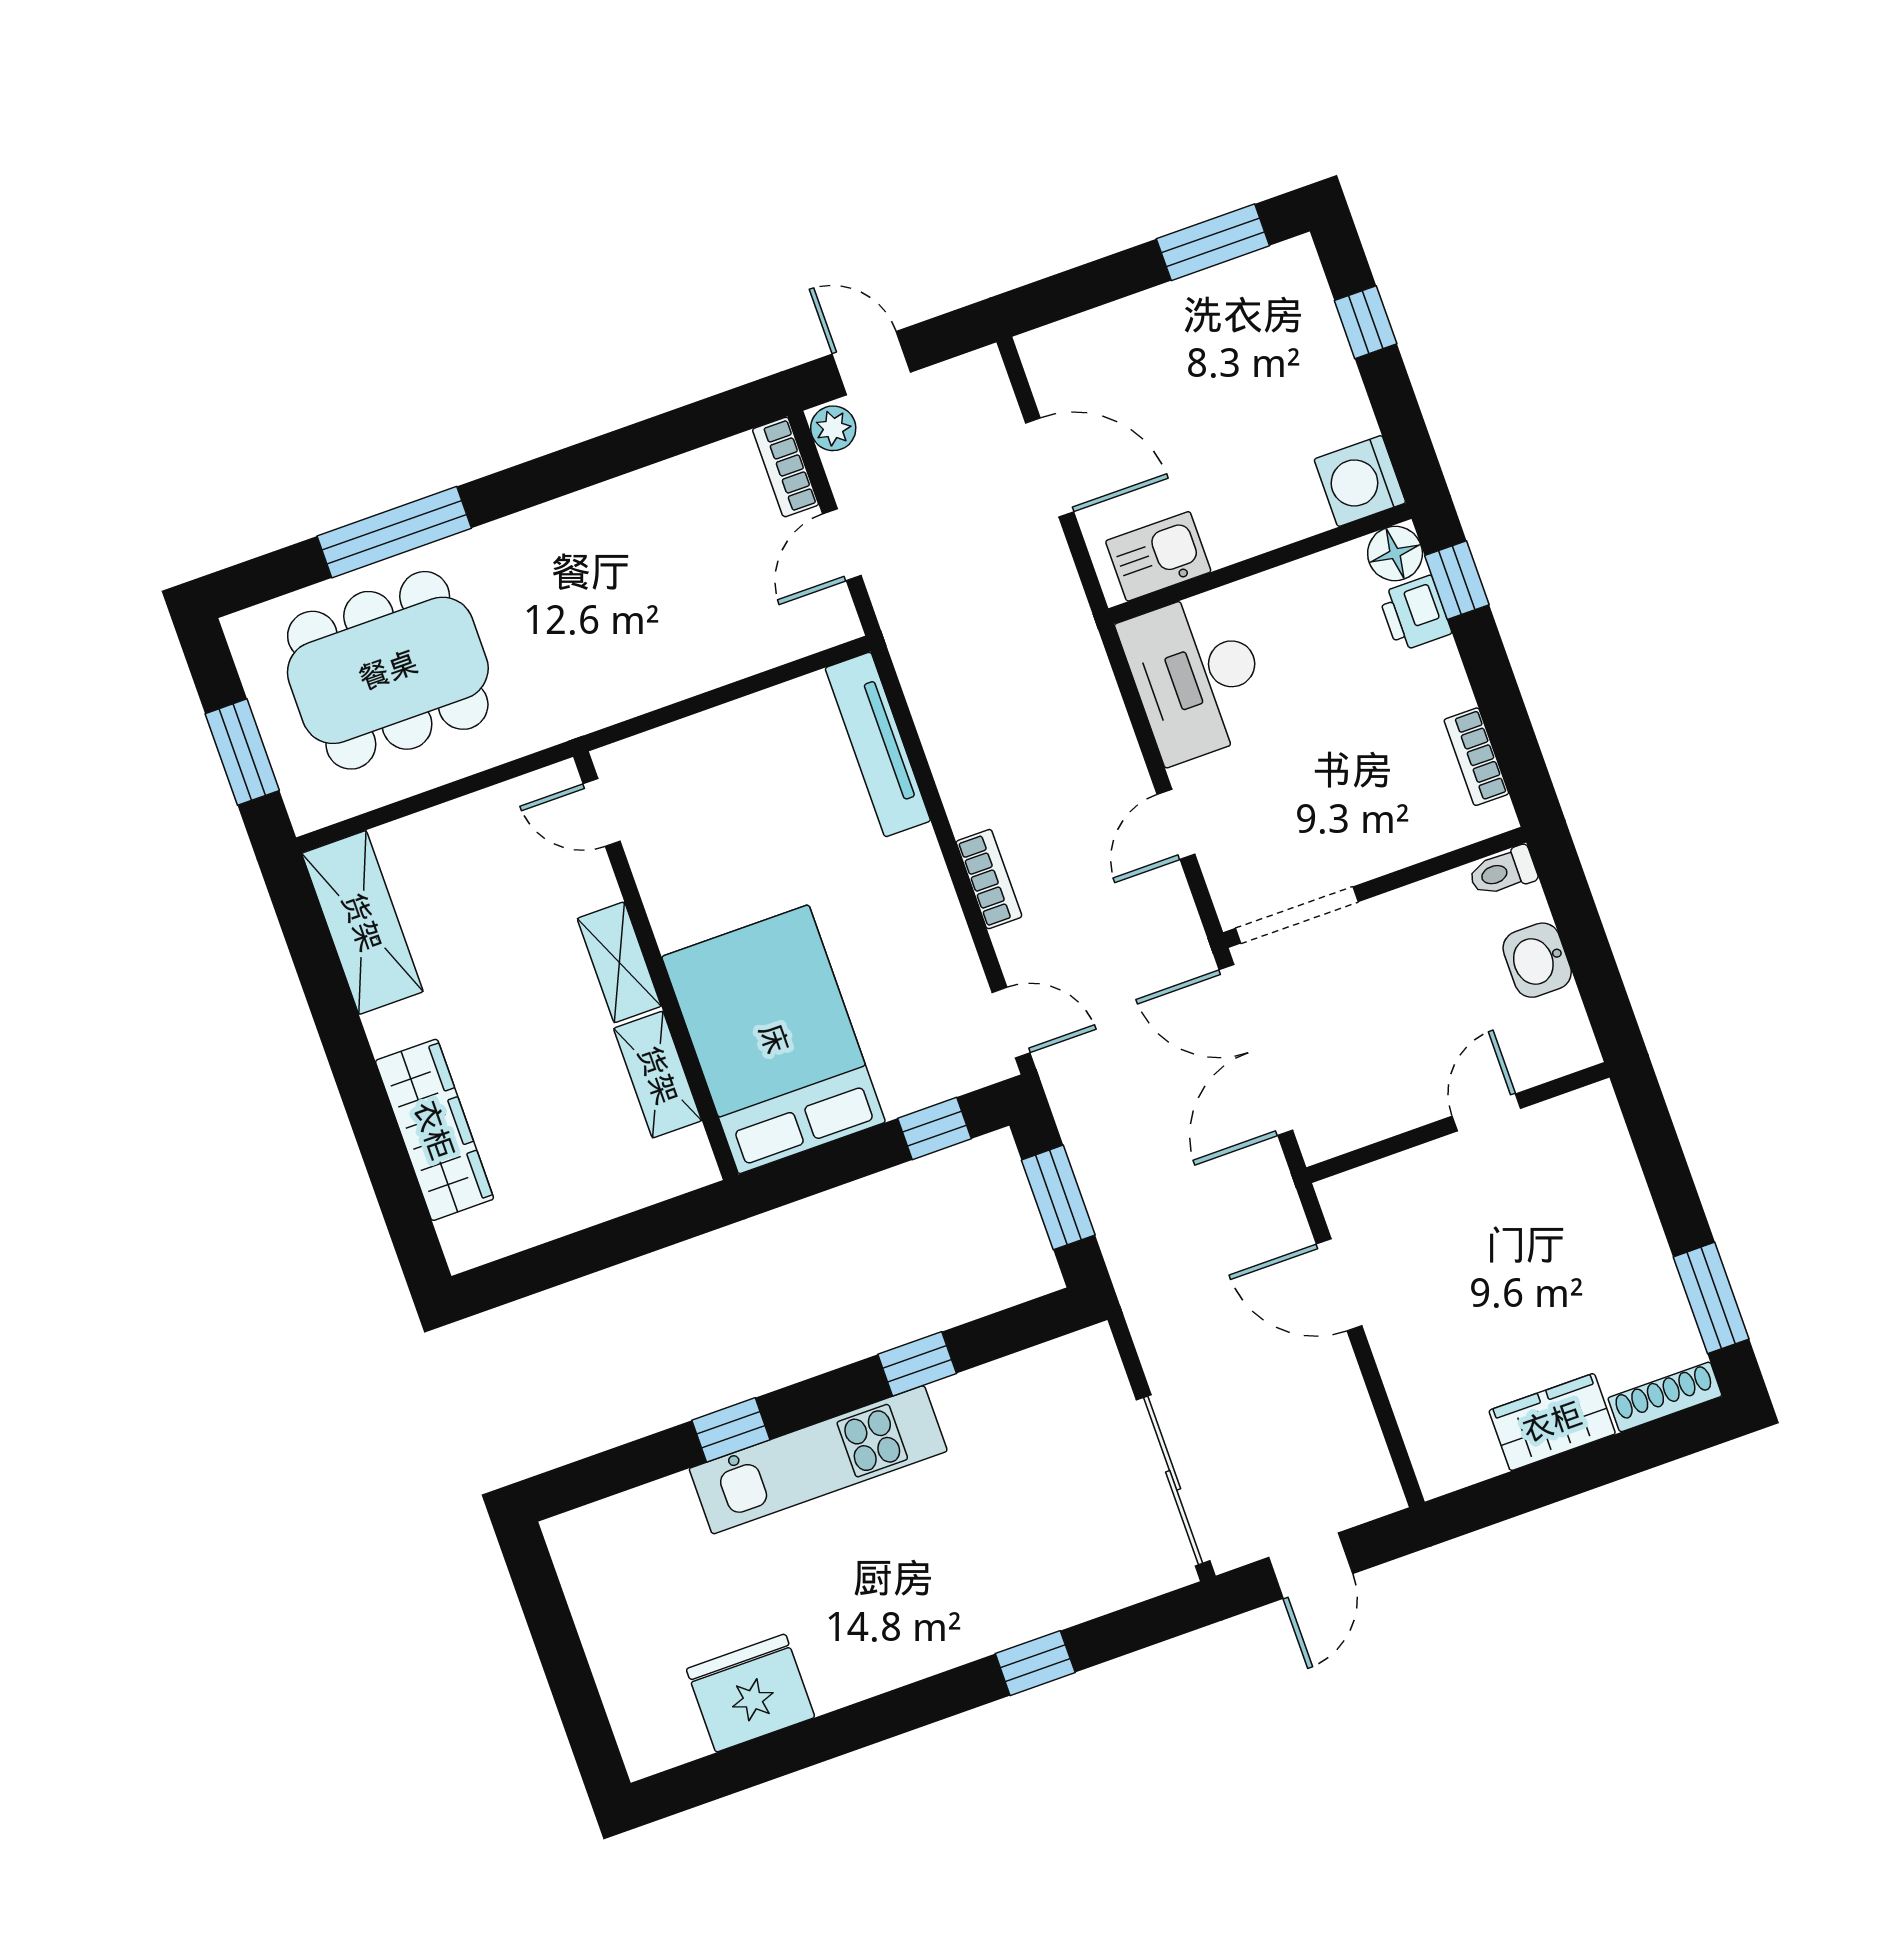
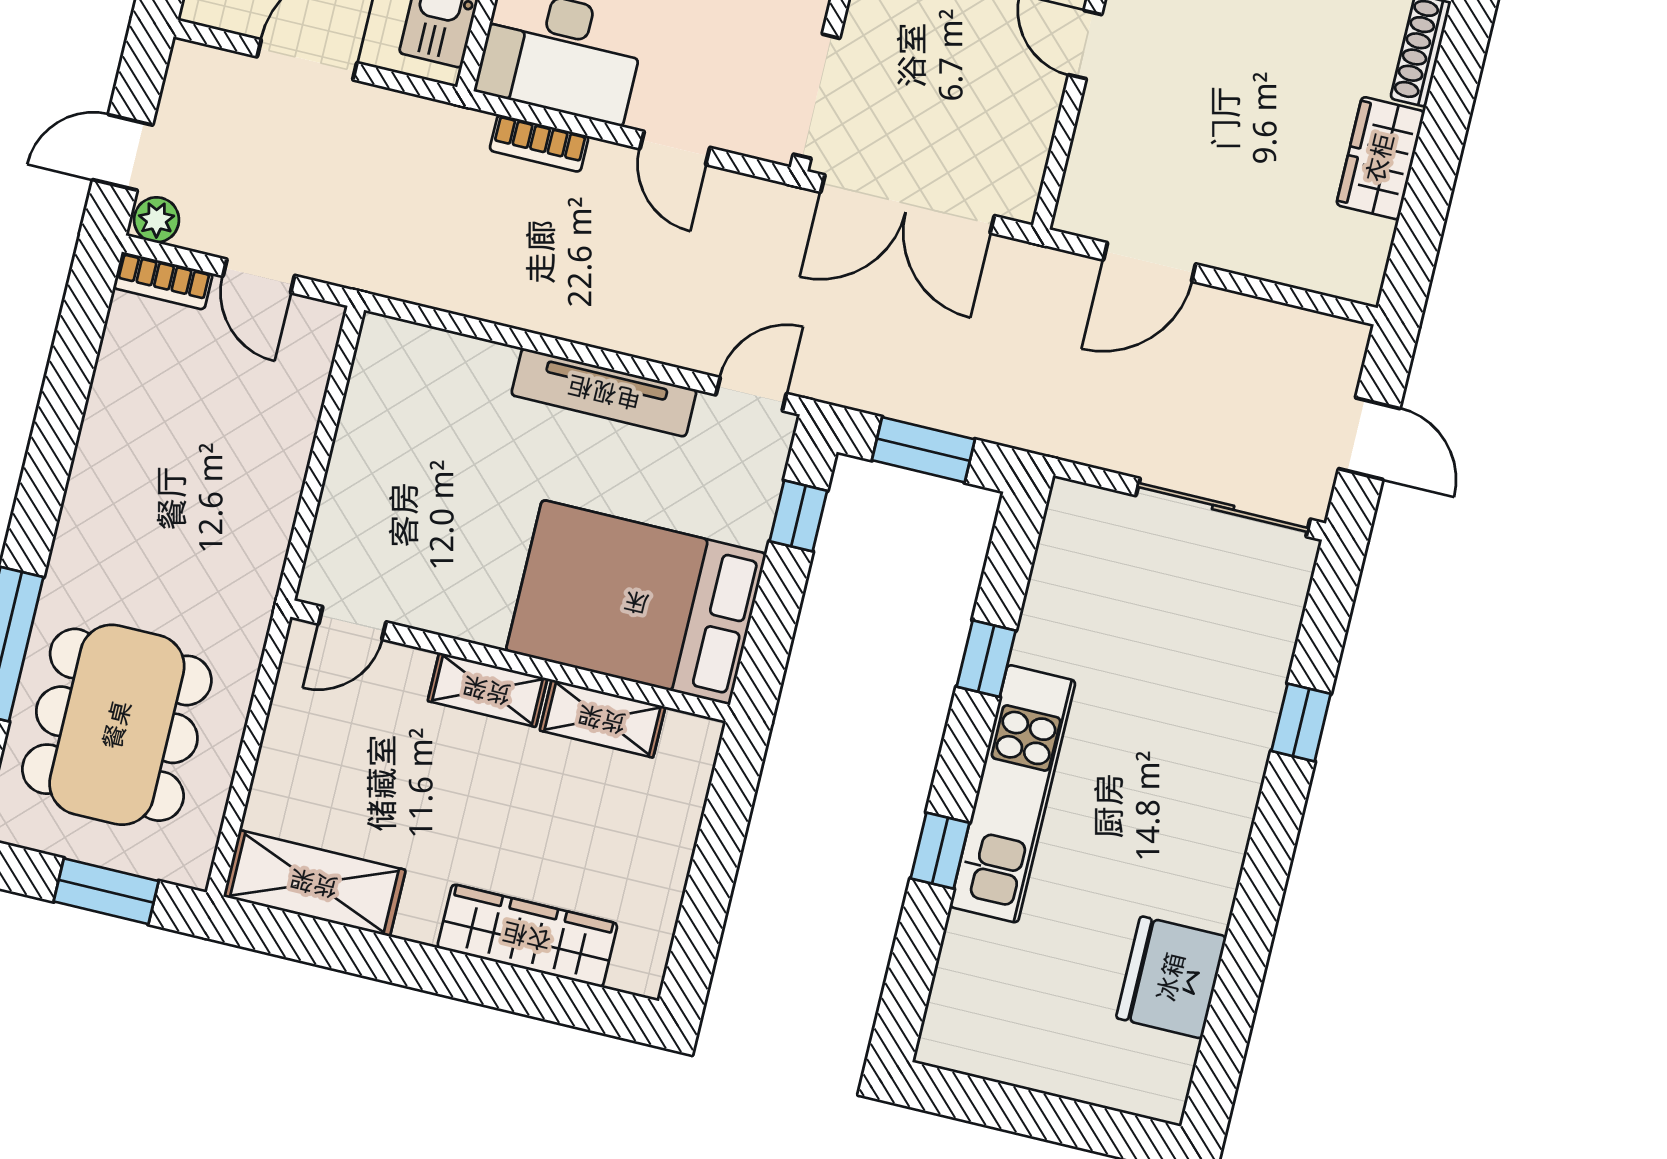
tv unit: (878, 744) -> (604, 392), moved
bookcase: (989, 879) -> (539, 143), moved, turned 180

